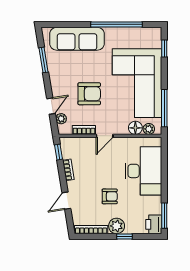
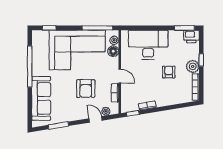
armchair: (89, 94) -> (86, 89), turned 180
door: (66, 201) -> (172, 107), removed

